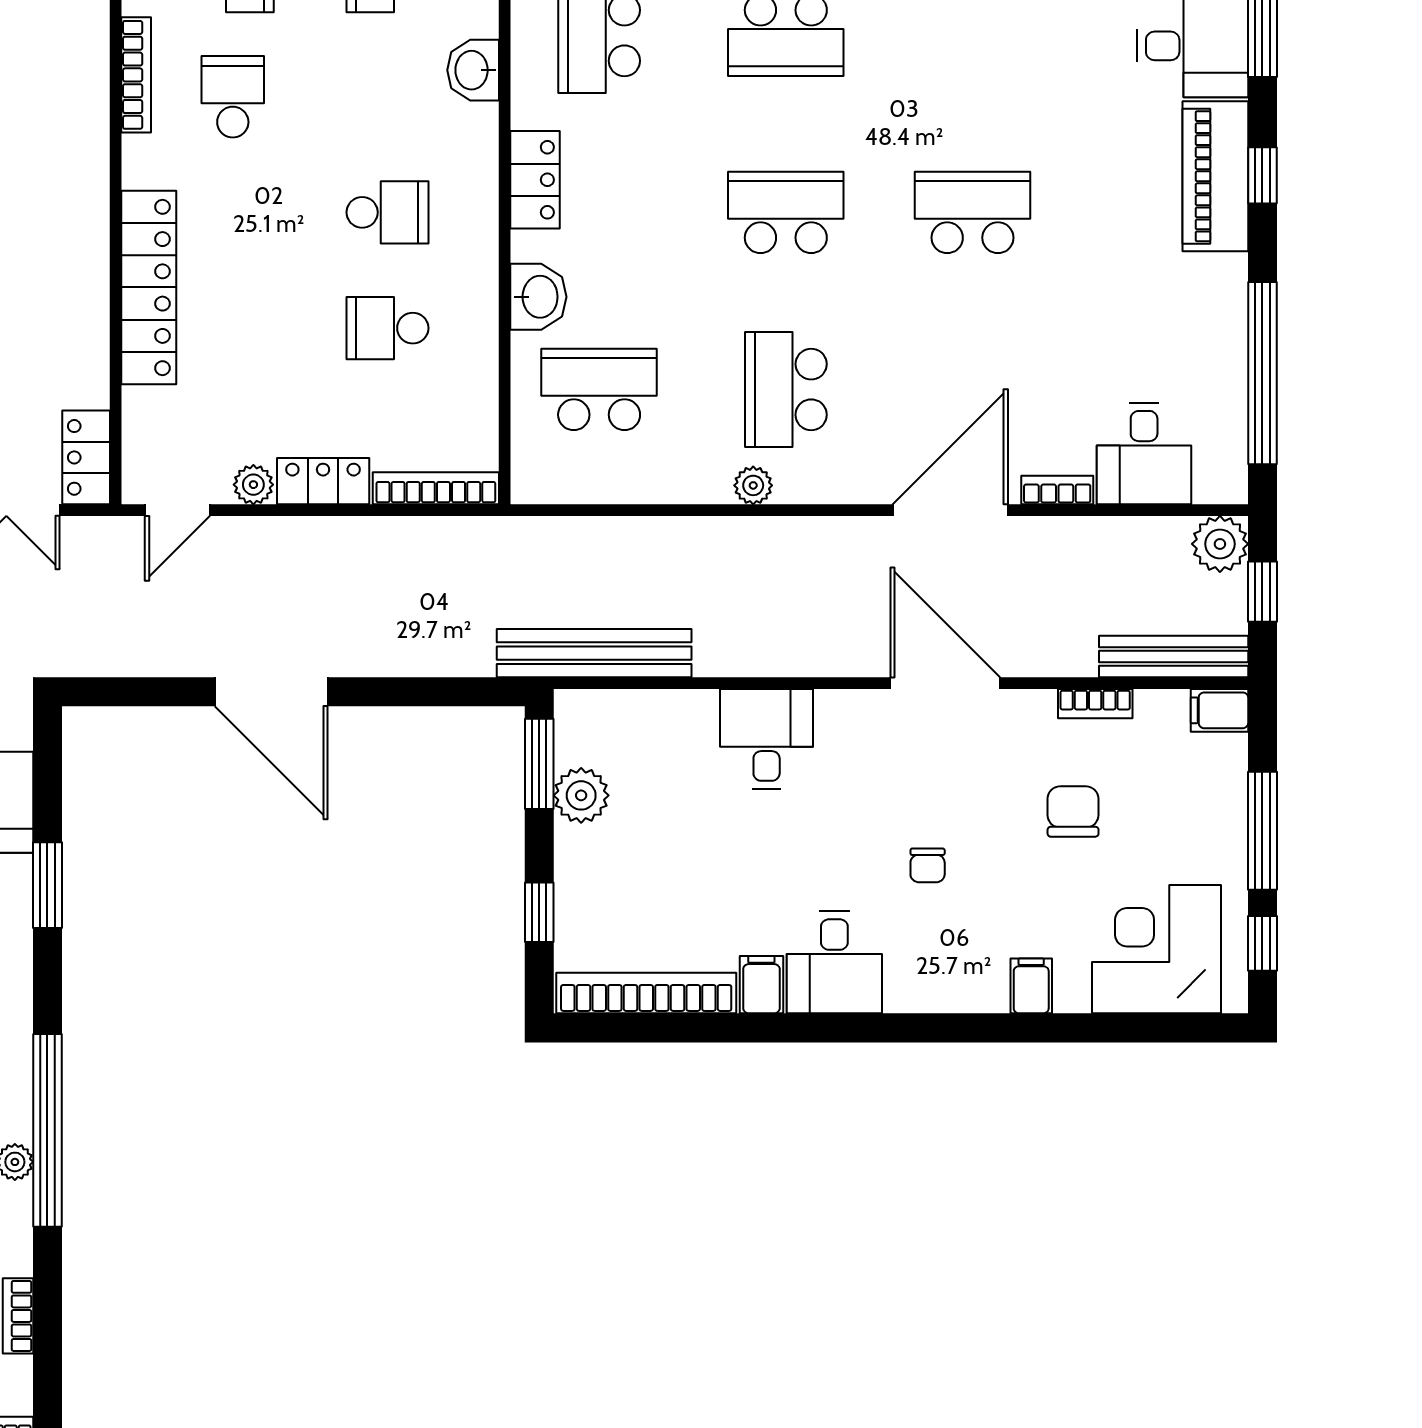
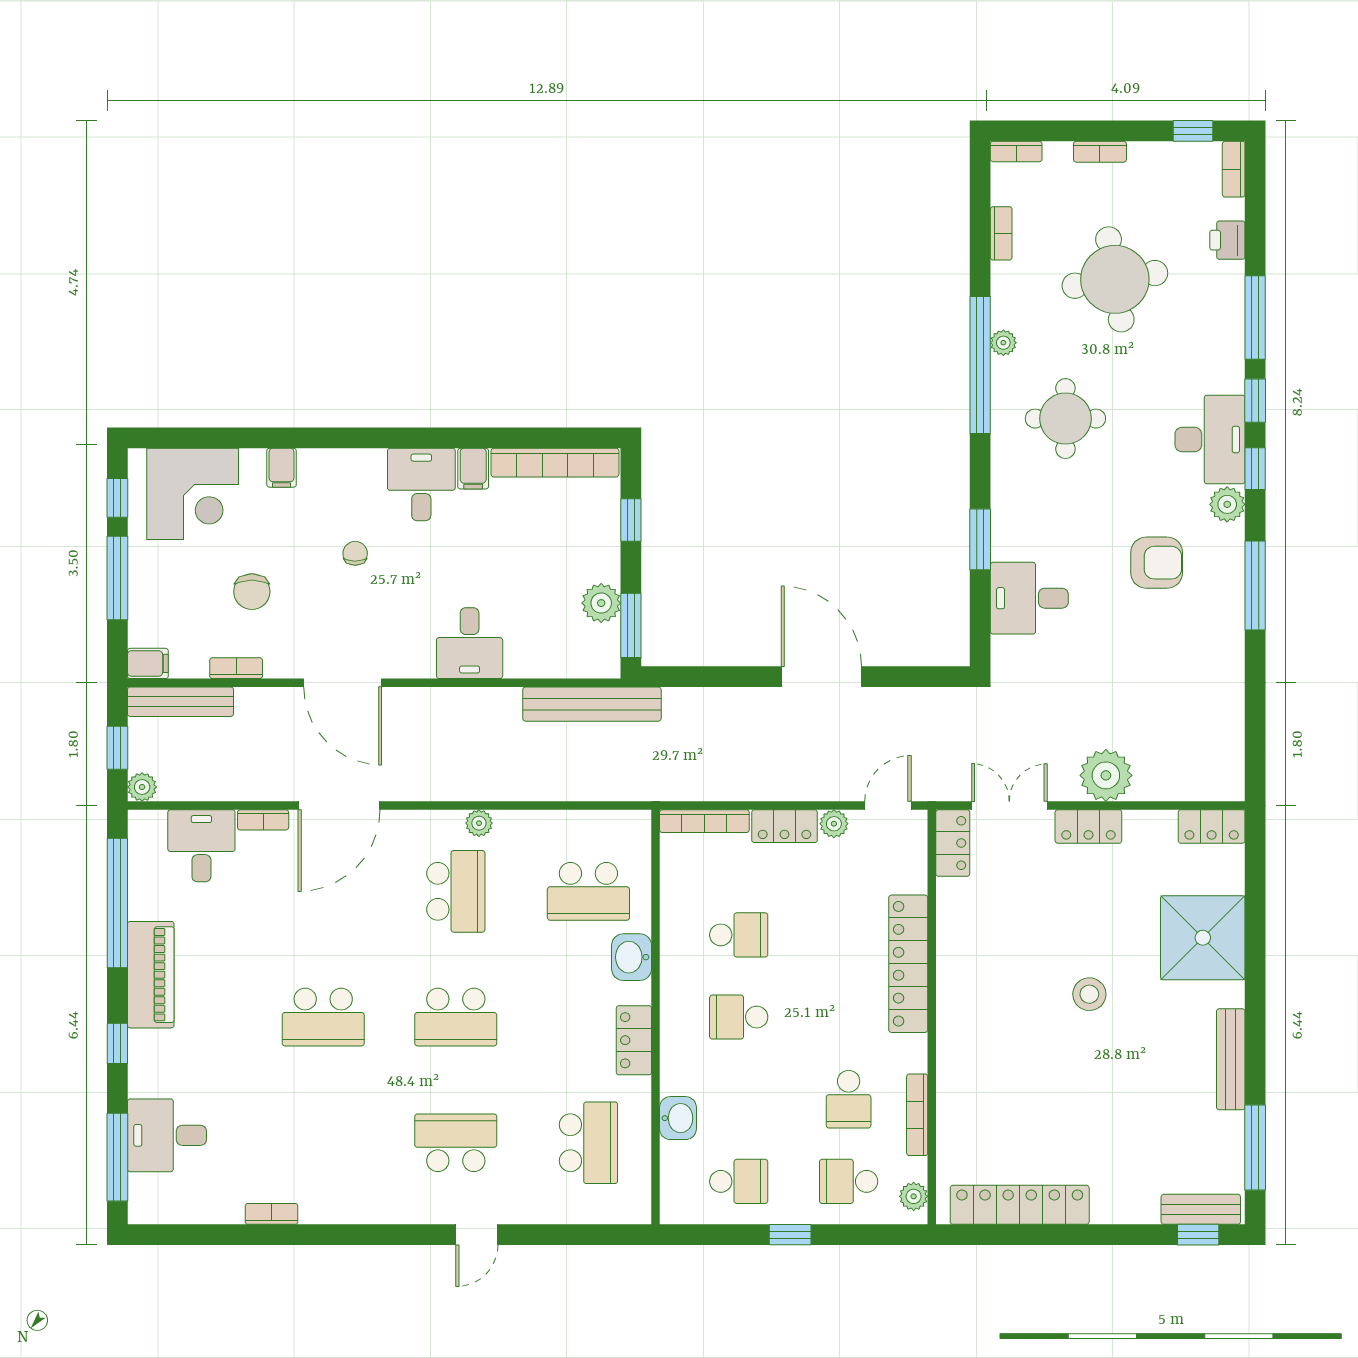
piano: (1215, 176) -> (151, 975), moved
plant: (1220, 544) -> (142, 787), width x0.73, depth x0.73

